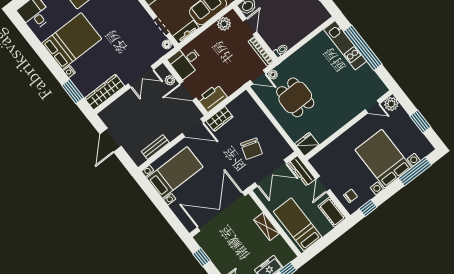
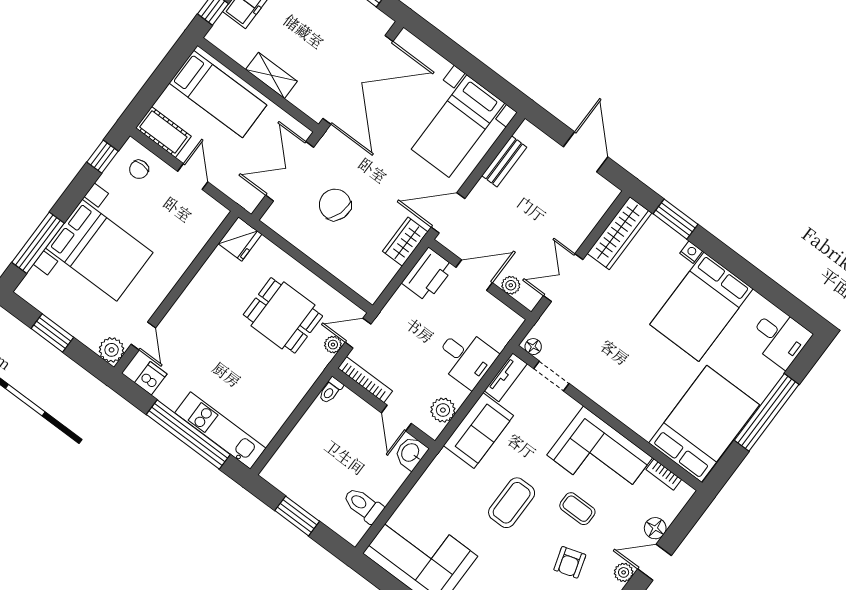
desk: (186, 61) -> (466, 358), moved, turned 90
dishwasher: (375, 83) -> (151, 378), added
door: (372, 107) -> (143, 336), swing flipped
dresser: (302, 171) -> (236, 190), removed

